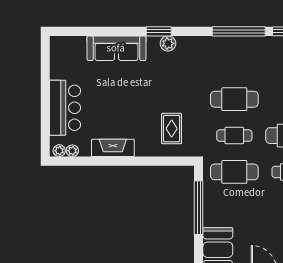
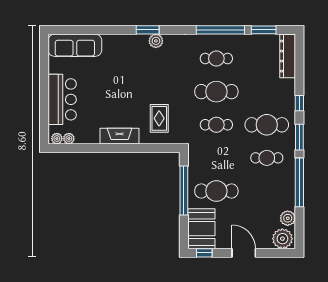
sofa: (116, 48) -> (75, 45), moved
cafe table: (234, 63) -> (216, 59), added
fireplace: (113, 148) -> (120, 136), moved
cafe table: (234, 172) -> (216, 191), moved

